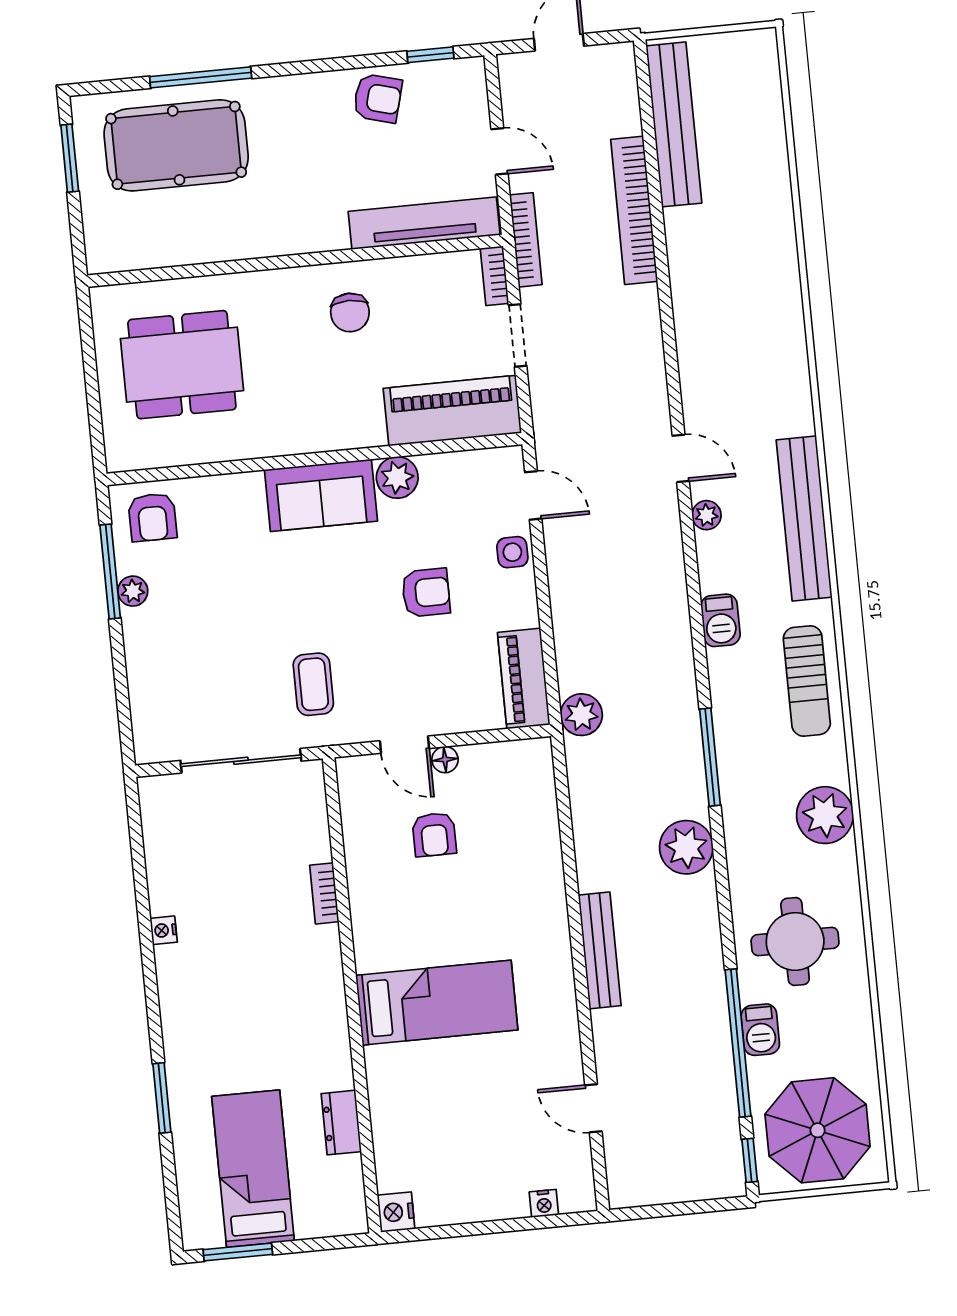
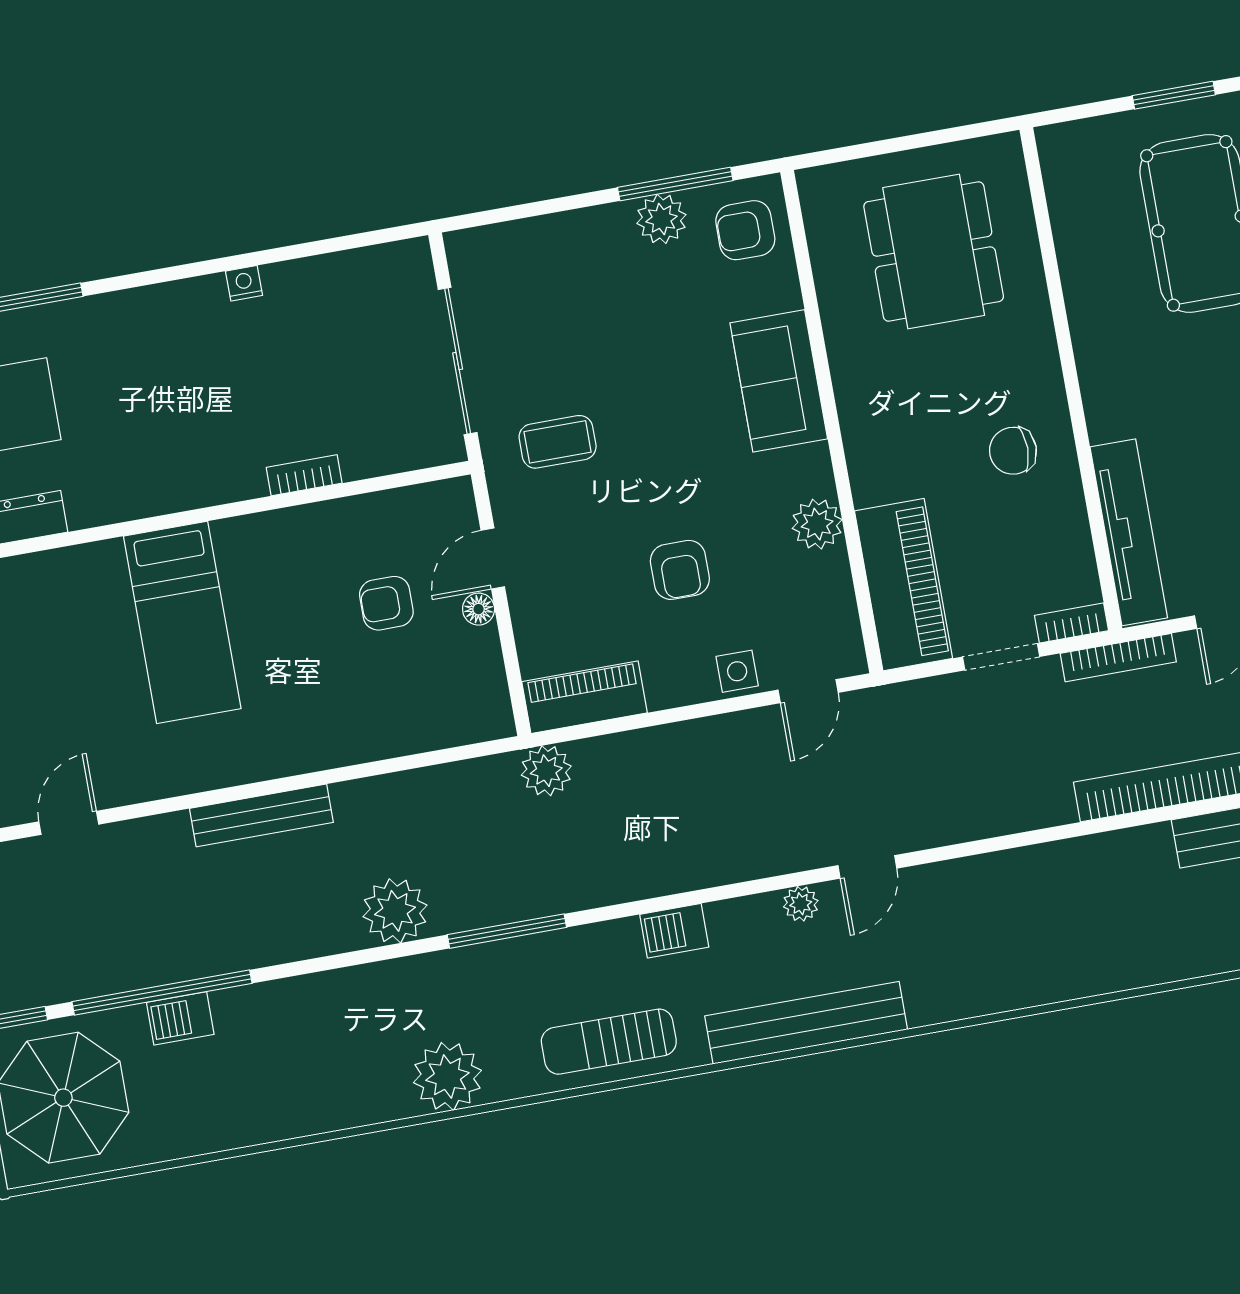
sofa: (321, 495) -> (779, 381), moved
plant: (133, 591) -> (661, 219), width x1.38, depth x1.38
round table: (795, 941) -> (291, 1052), removed

